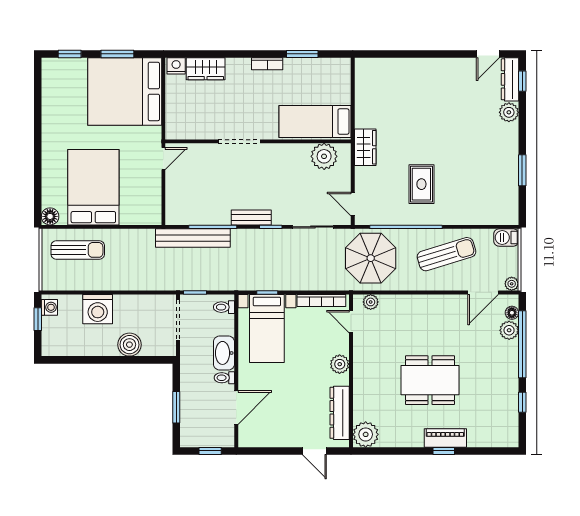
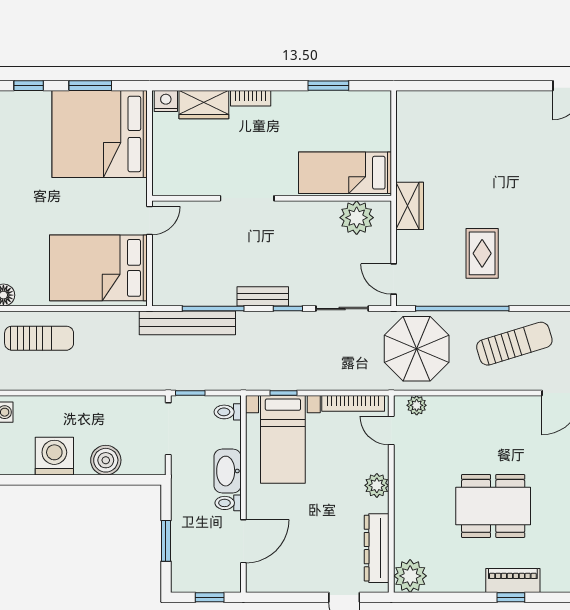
bookcase: (267, 64) -> (251, 98), moved
bed: (93, 187) -> (98, 268), moved, turned -90
washing machine: (98, 309) -> (54, 456), moved, turned 180

